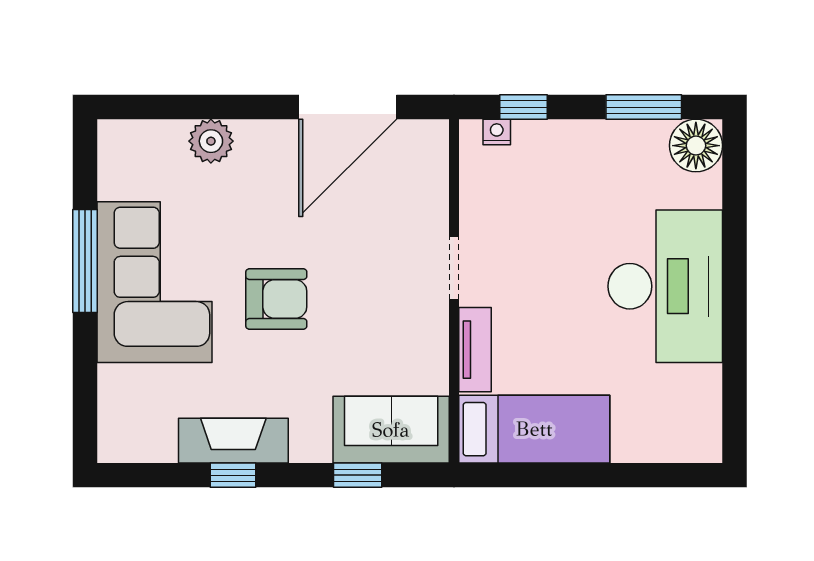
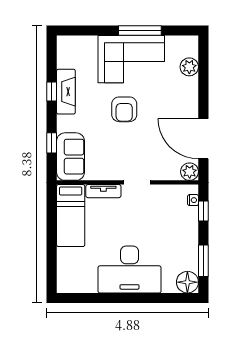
plant: (211, 141) -> (189, 67), moved
plant: (428, 141) -> (190, 172), added

